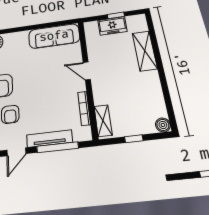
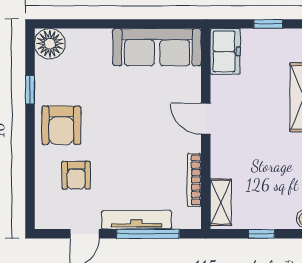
freezer: (112, 26) -> (225, 51), moved, turned -90

